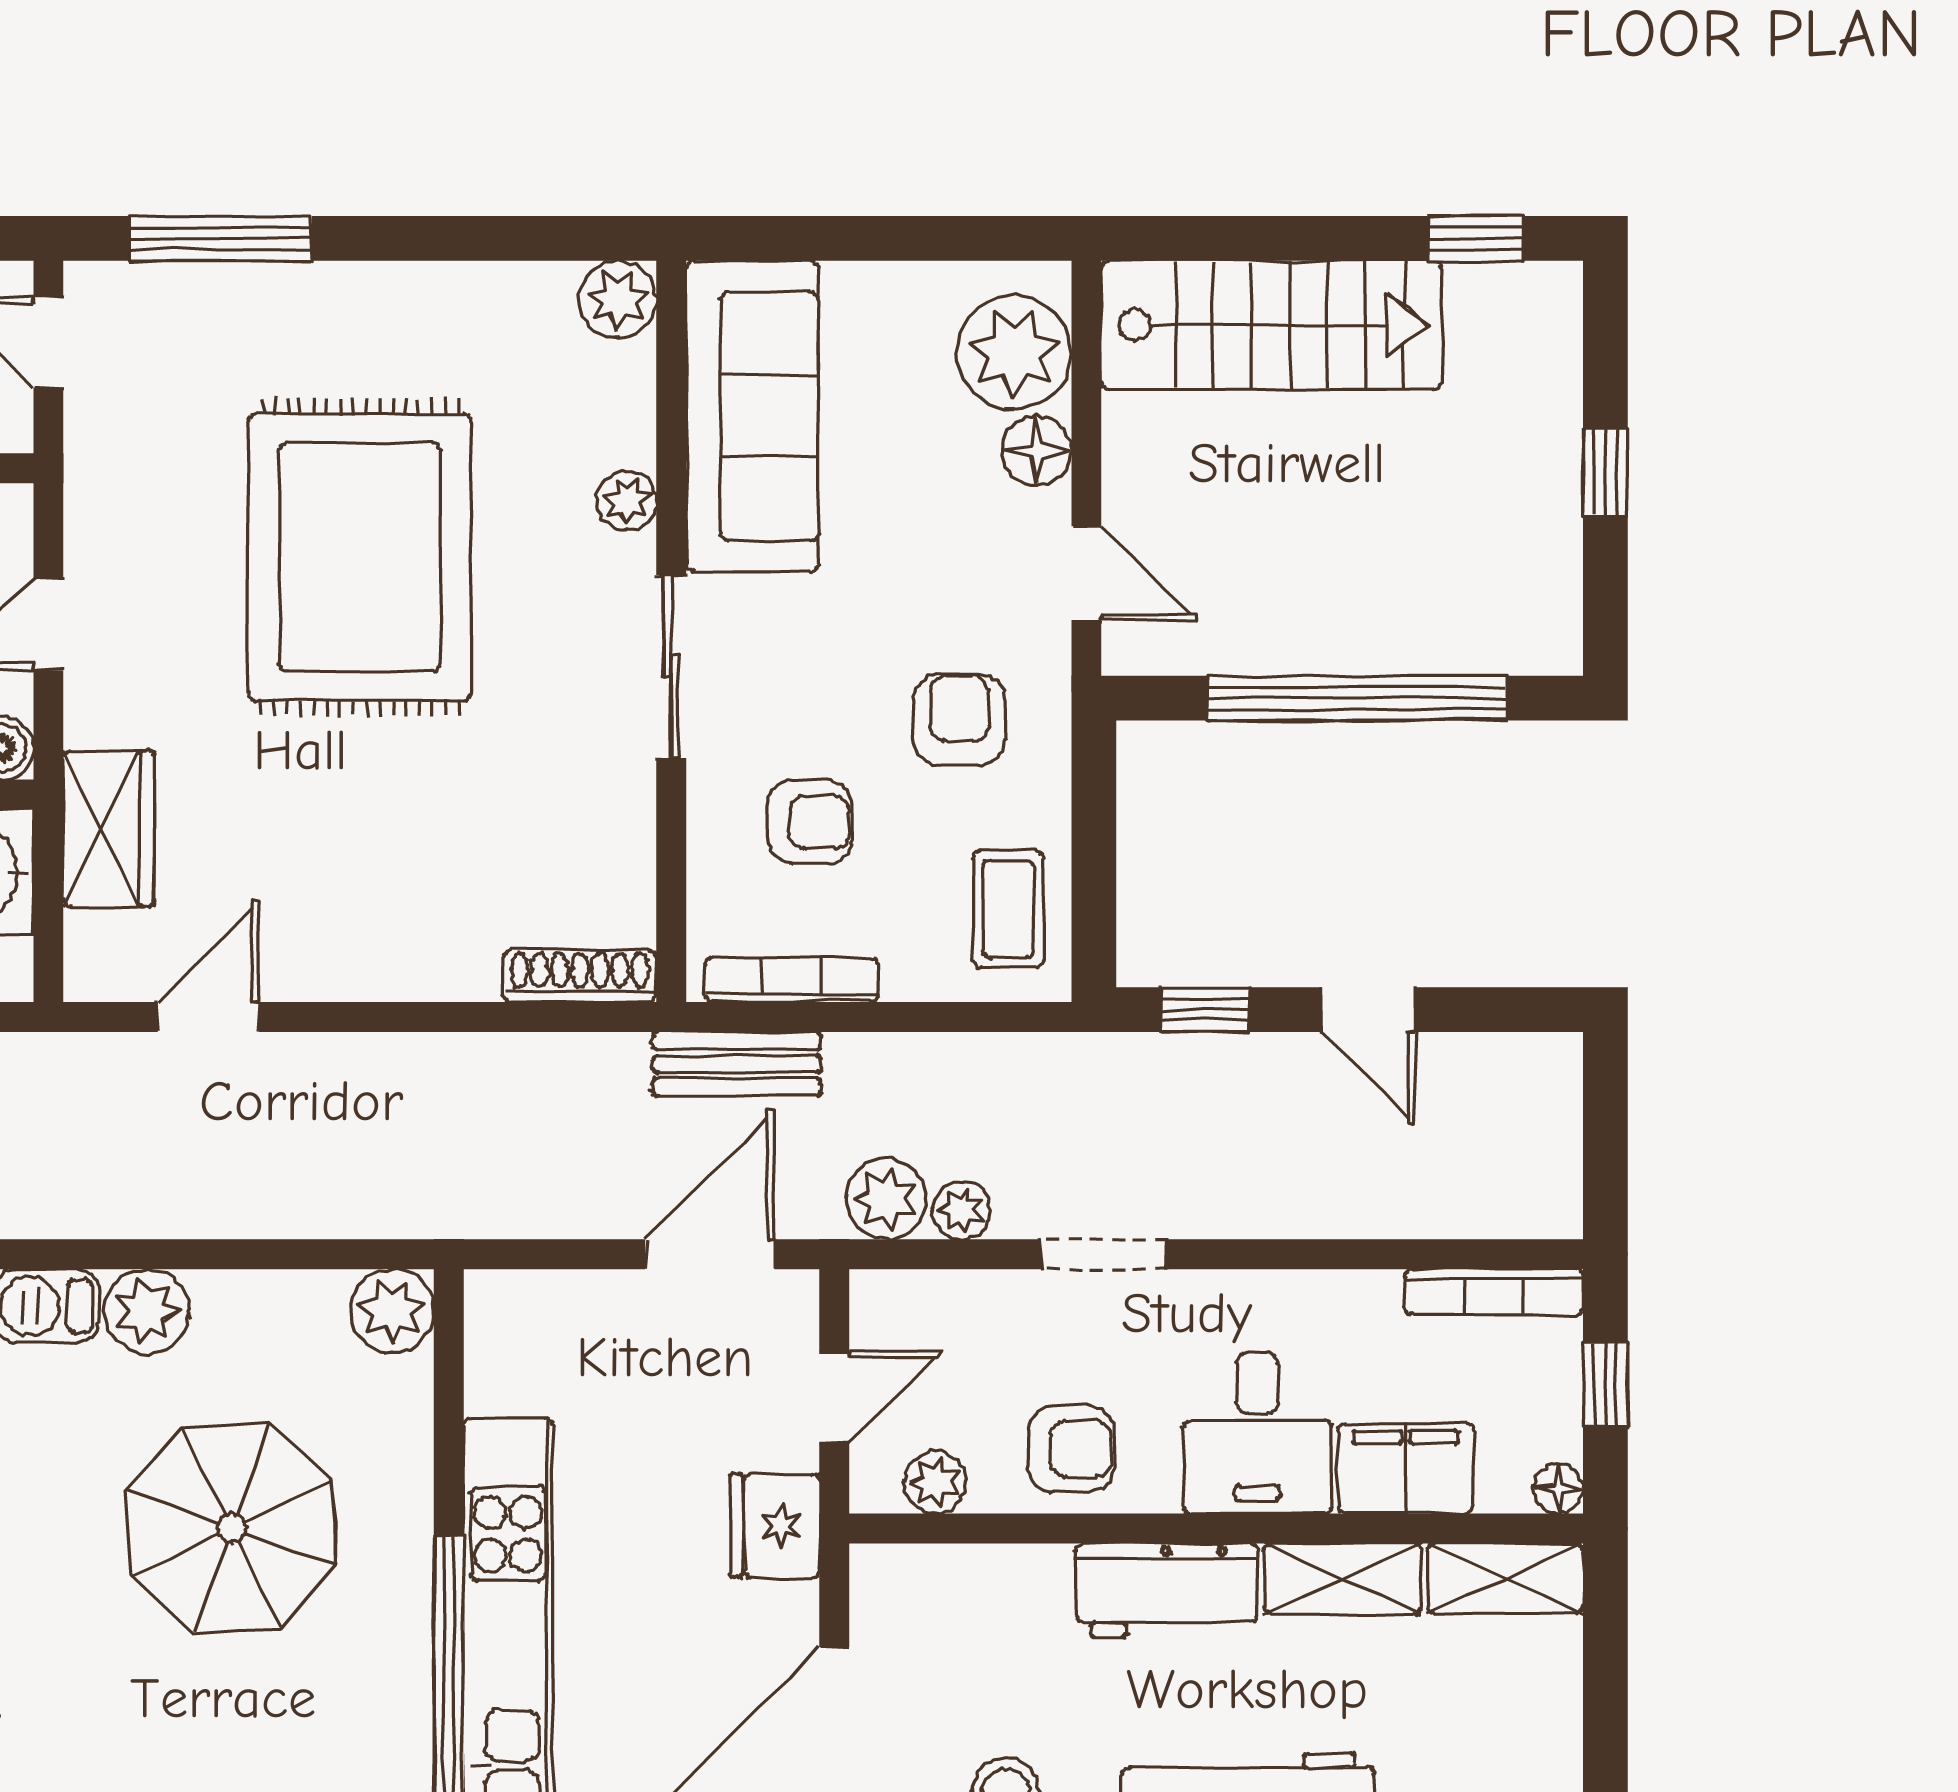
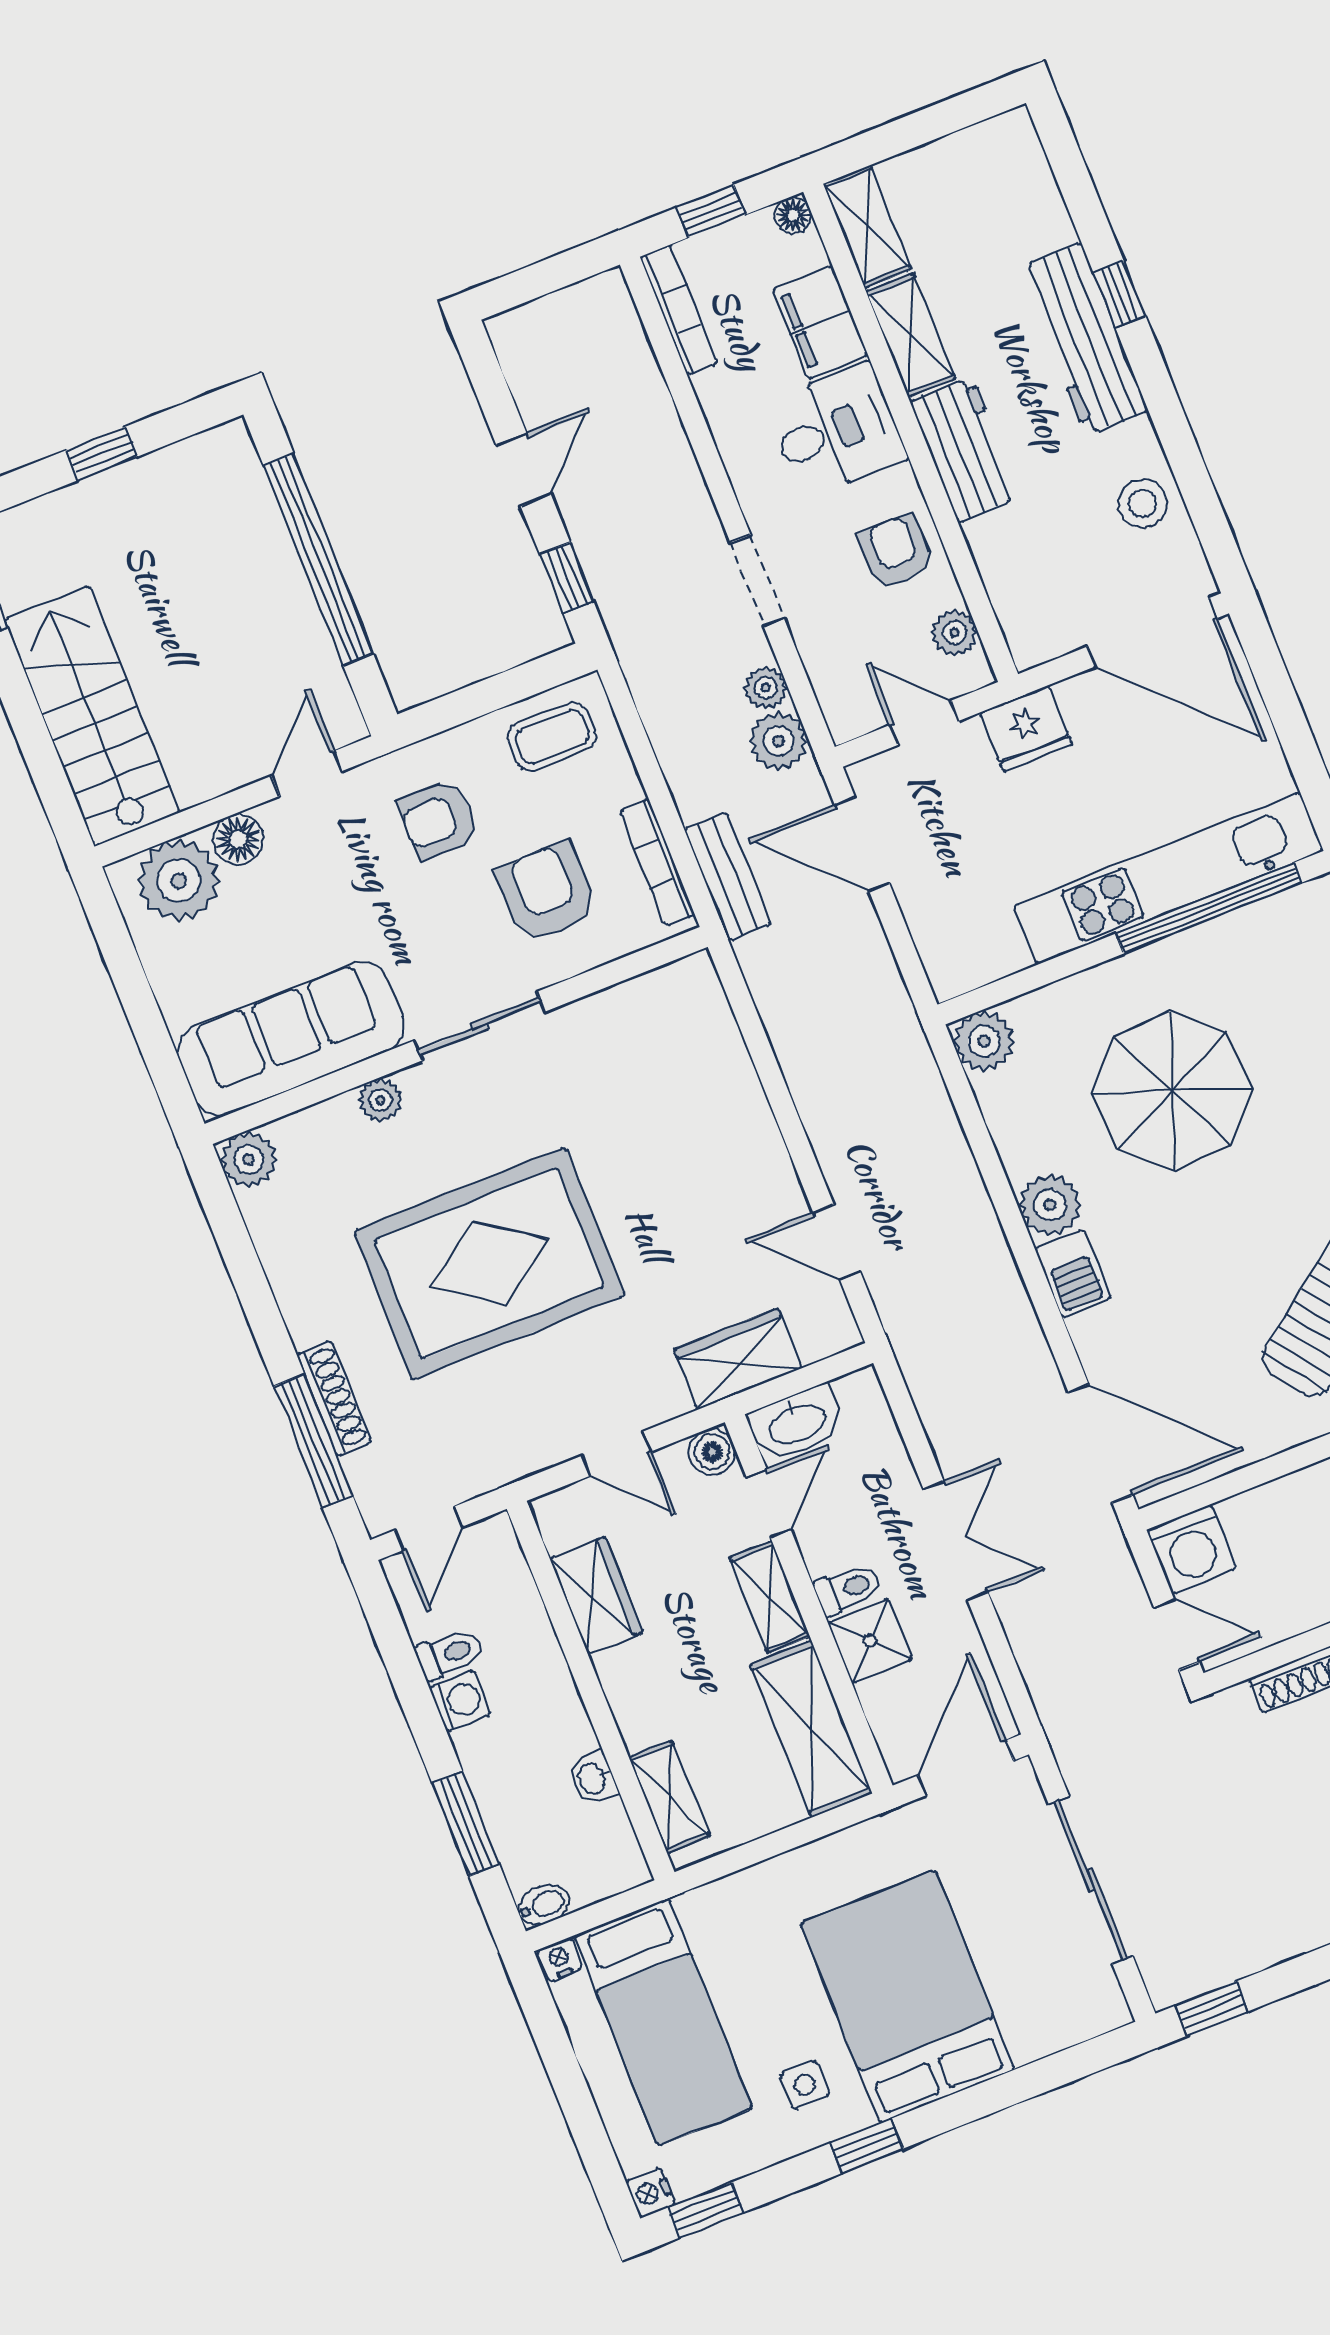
armchair: (810, 822) -> (547, 892), width x1.38, depth x1.38
shoe rack: (580, 976) -> (334, 1398), moved, turned 180

